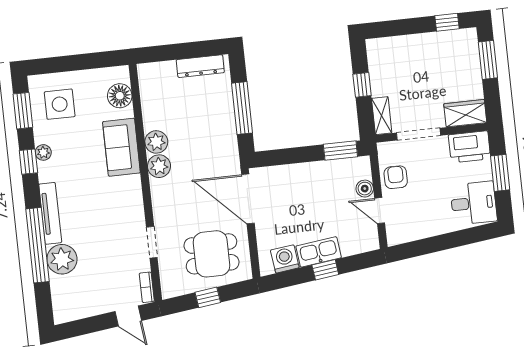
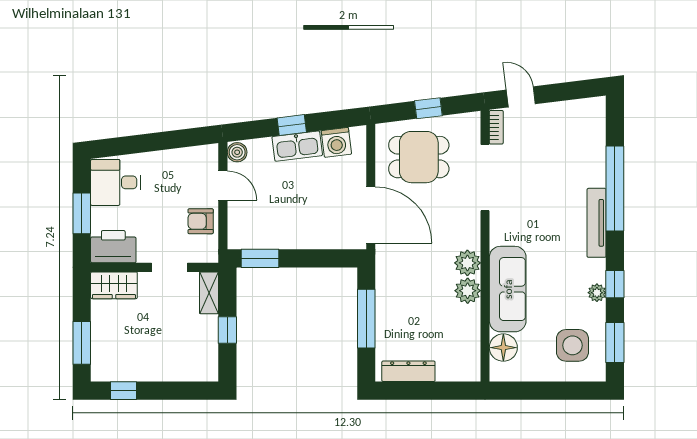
doorway: (418, 134) -> (170, 267), width x0.73
sofa: (121, 147) -> (508, 289), width x1.36
armchair: (396, 177) -> (201, 221), turned 90
boiler: (365, 189) -> (237, 152), moved
doorway: (152, 242) -> (485, 178), width x1.88
plant: (62, 259) -> (589, 169), removed

